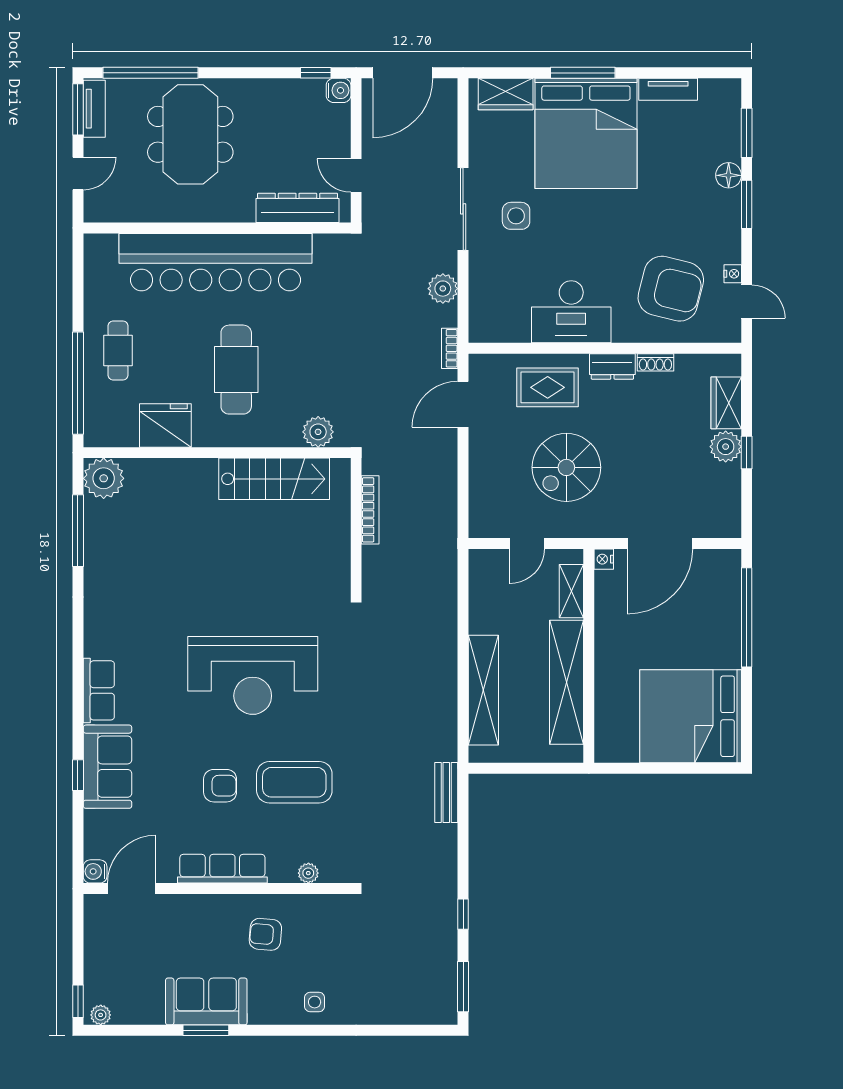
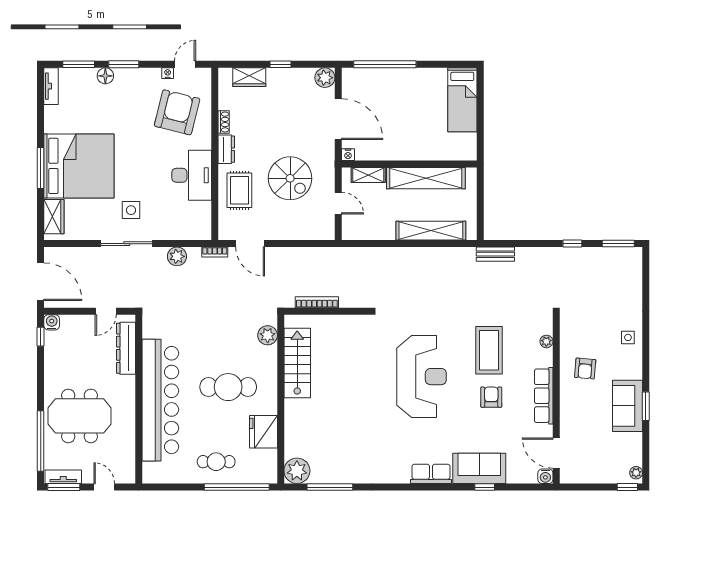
tv unit: (668, 89) -> (51, 86), moved
plant: (726, 447) -> (325, 78), moved
bed: (691, 716) -> (462, 100), width x0.49

